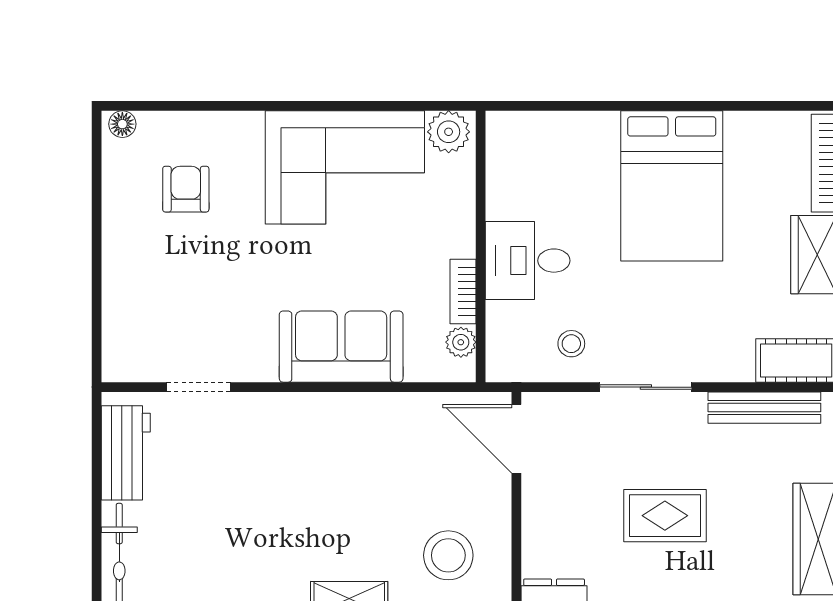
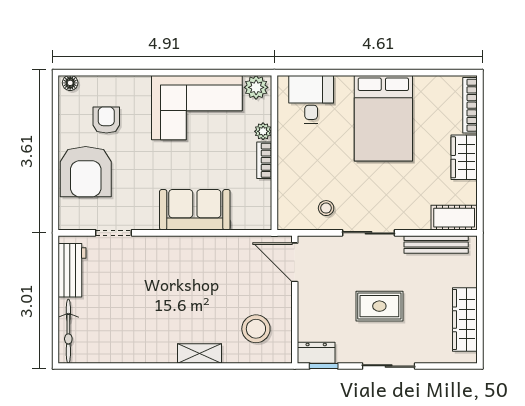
desk: (528, 261) -> (311, 99), moved, turned 90
armchair: (150, 280) -> (86, 172), added
bookcase: (463, 291) -> (264, 160), moved
plant: (461, 342) -> (263, 131), moved

